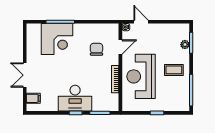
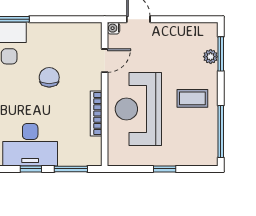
chair: (96, 49) -> (49, 77), moved

